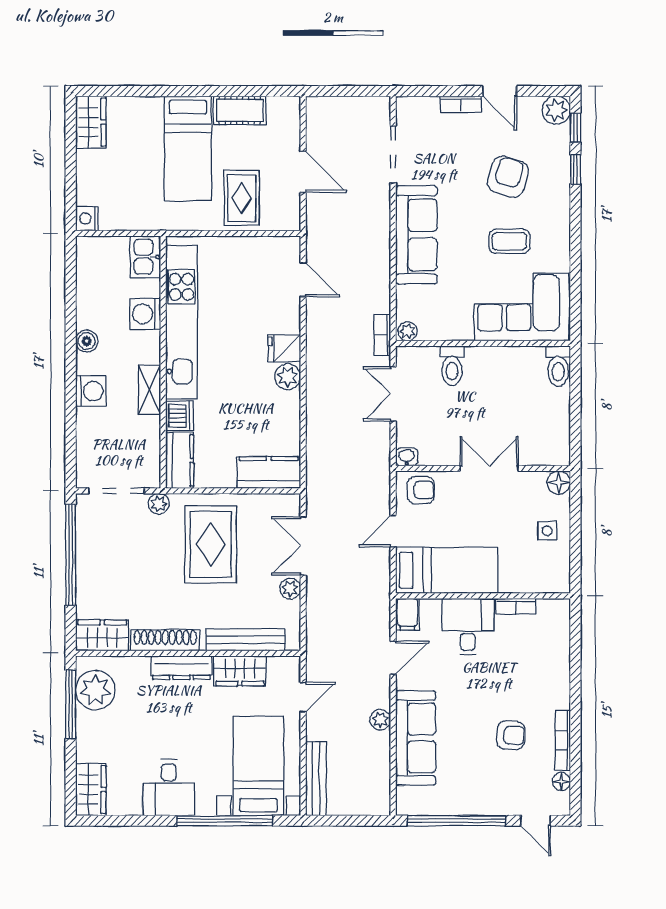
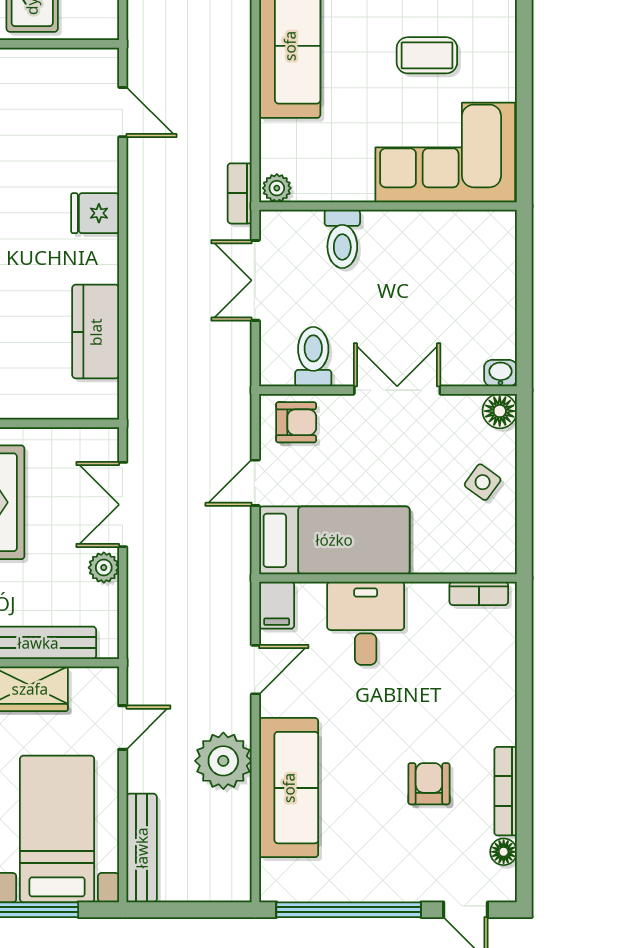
toilet: (558, 366) -> (313, 357), moved, turned 180
plant: (288, 377) -> (100, 255), removed
washbasin: (407, 457) -> (500, 373), moved
kitchen counter: (269, 472) -> (96, 332), moved, turned -90
side table: (547, 531) -> (483, 482), turned 36
bookcase: (516, 606) -> (479, 593), moved
plant: (380, 720) -> (223, 761), width x1.87, depth x1.87
armchair: (511, 735) -> (429, 784), turned -93

